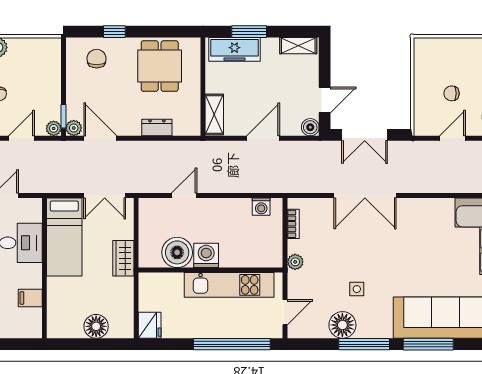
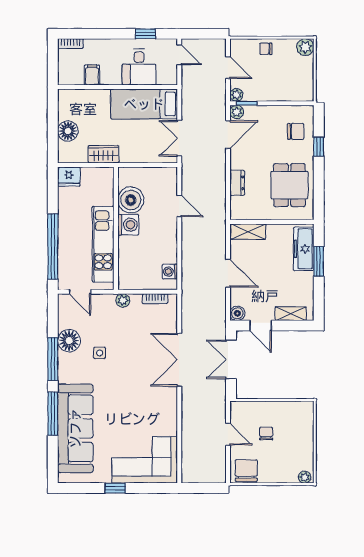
shelving: (298, 46) -> (291, 314), moved, turned 90
dining table: (160, 66) -> (289, 185), turned 90
wardrobe: (123, 258) -> (103, 154), moved

